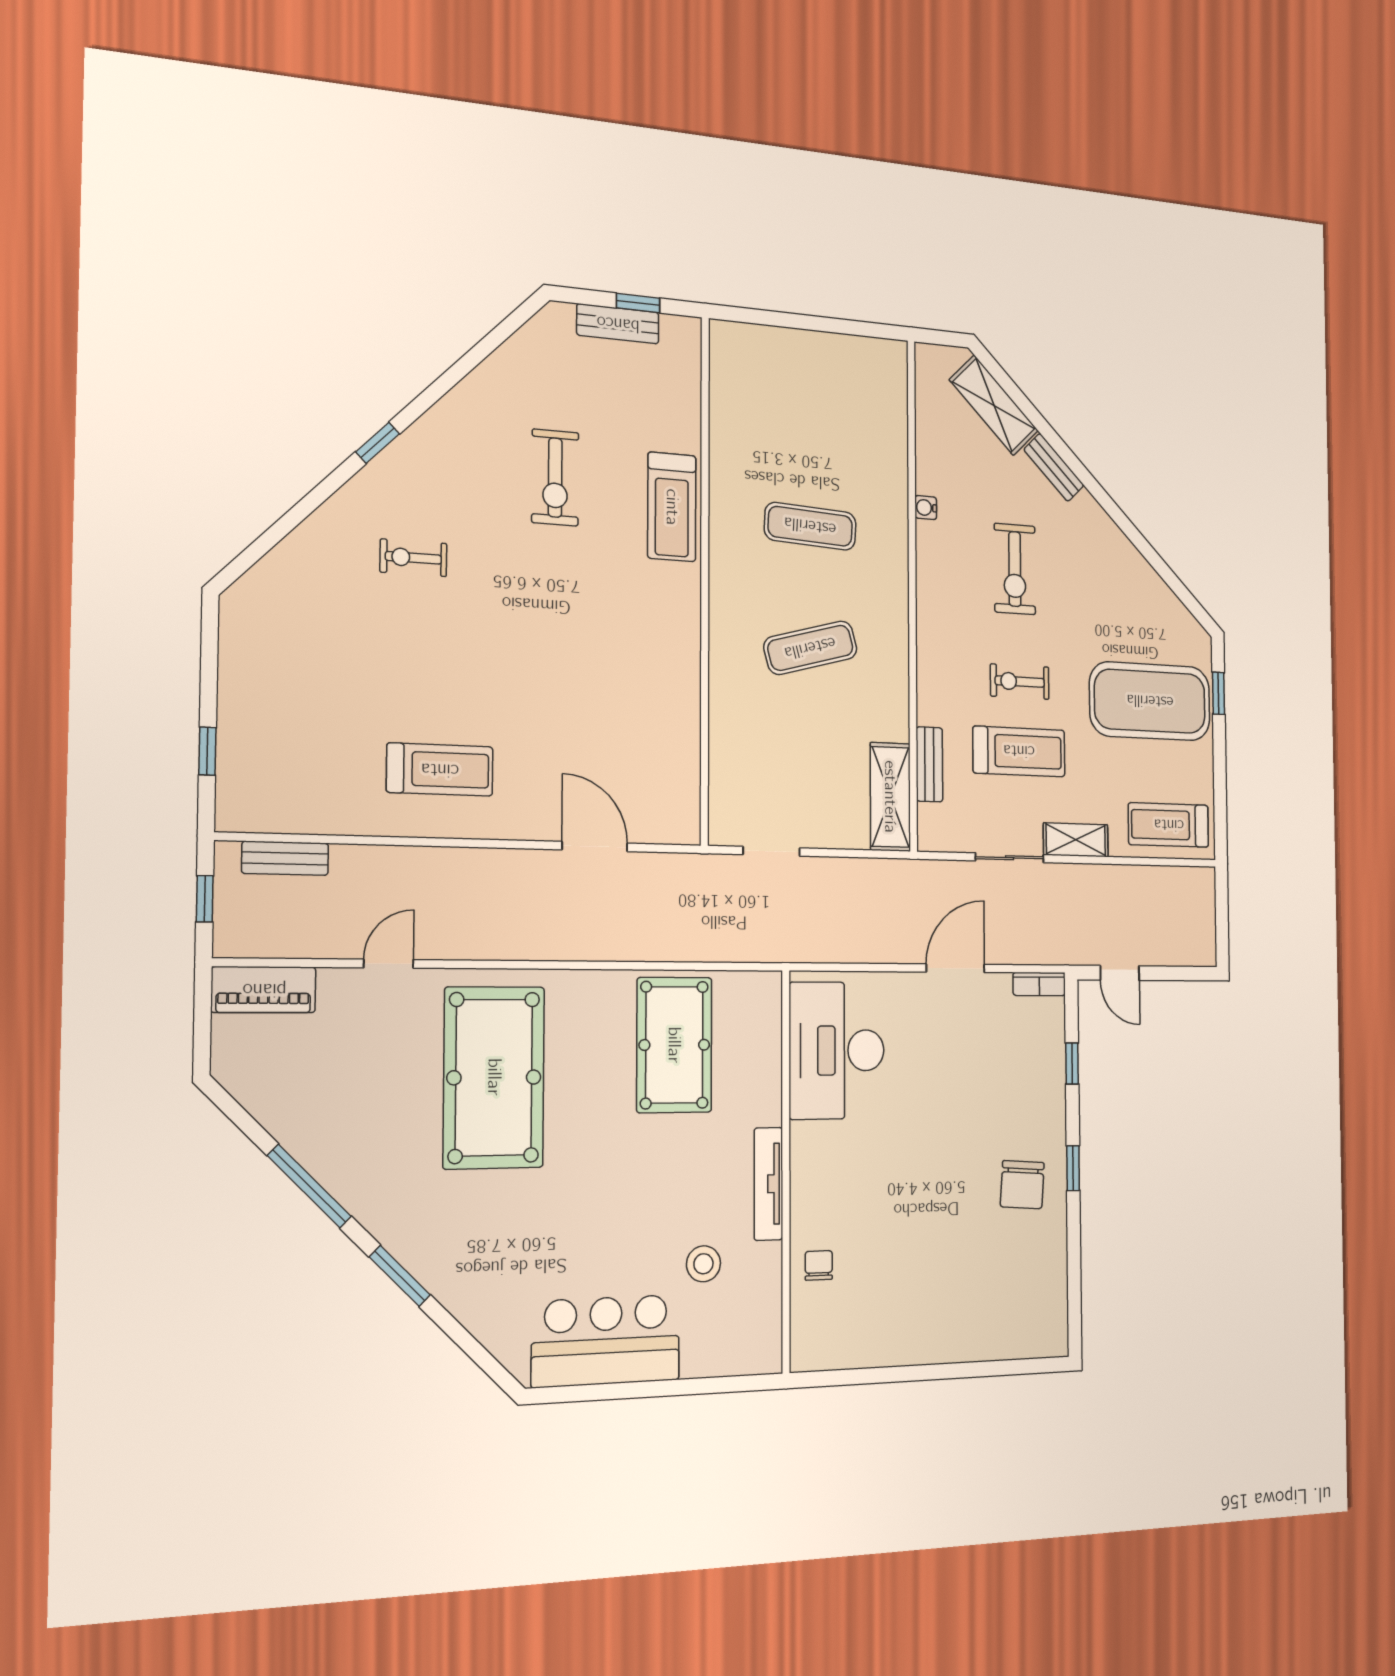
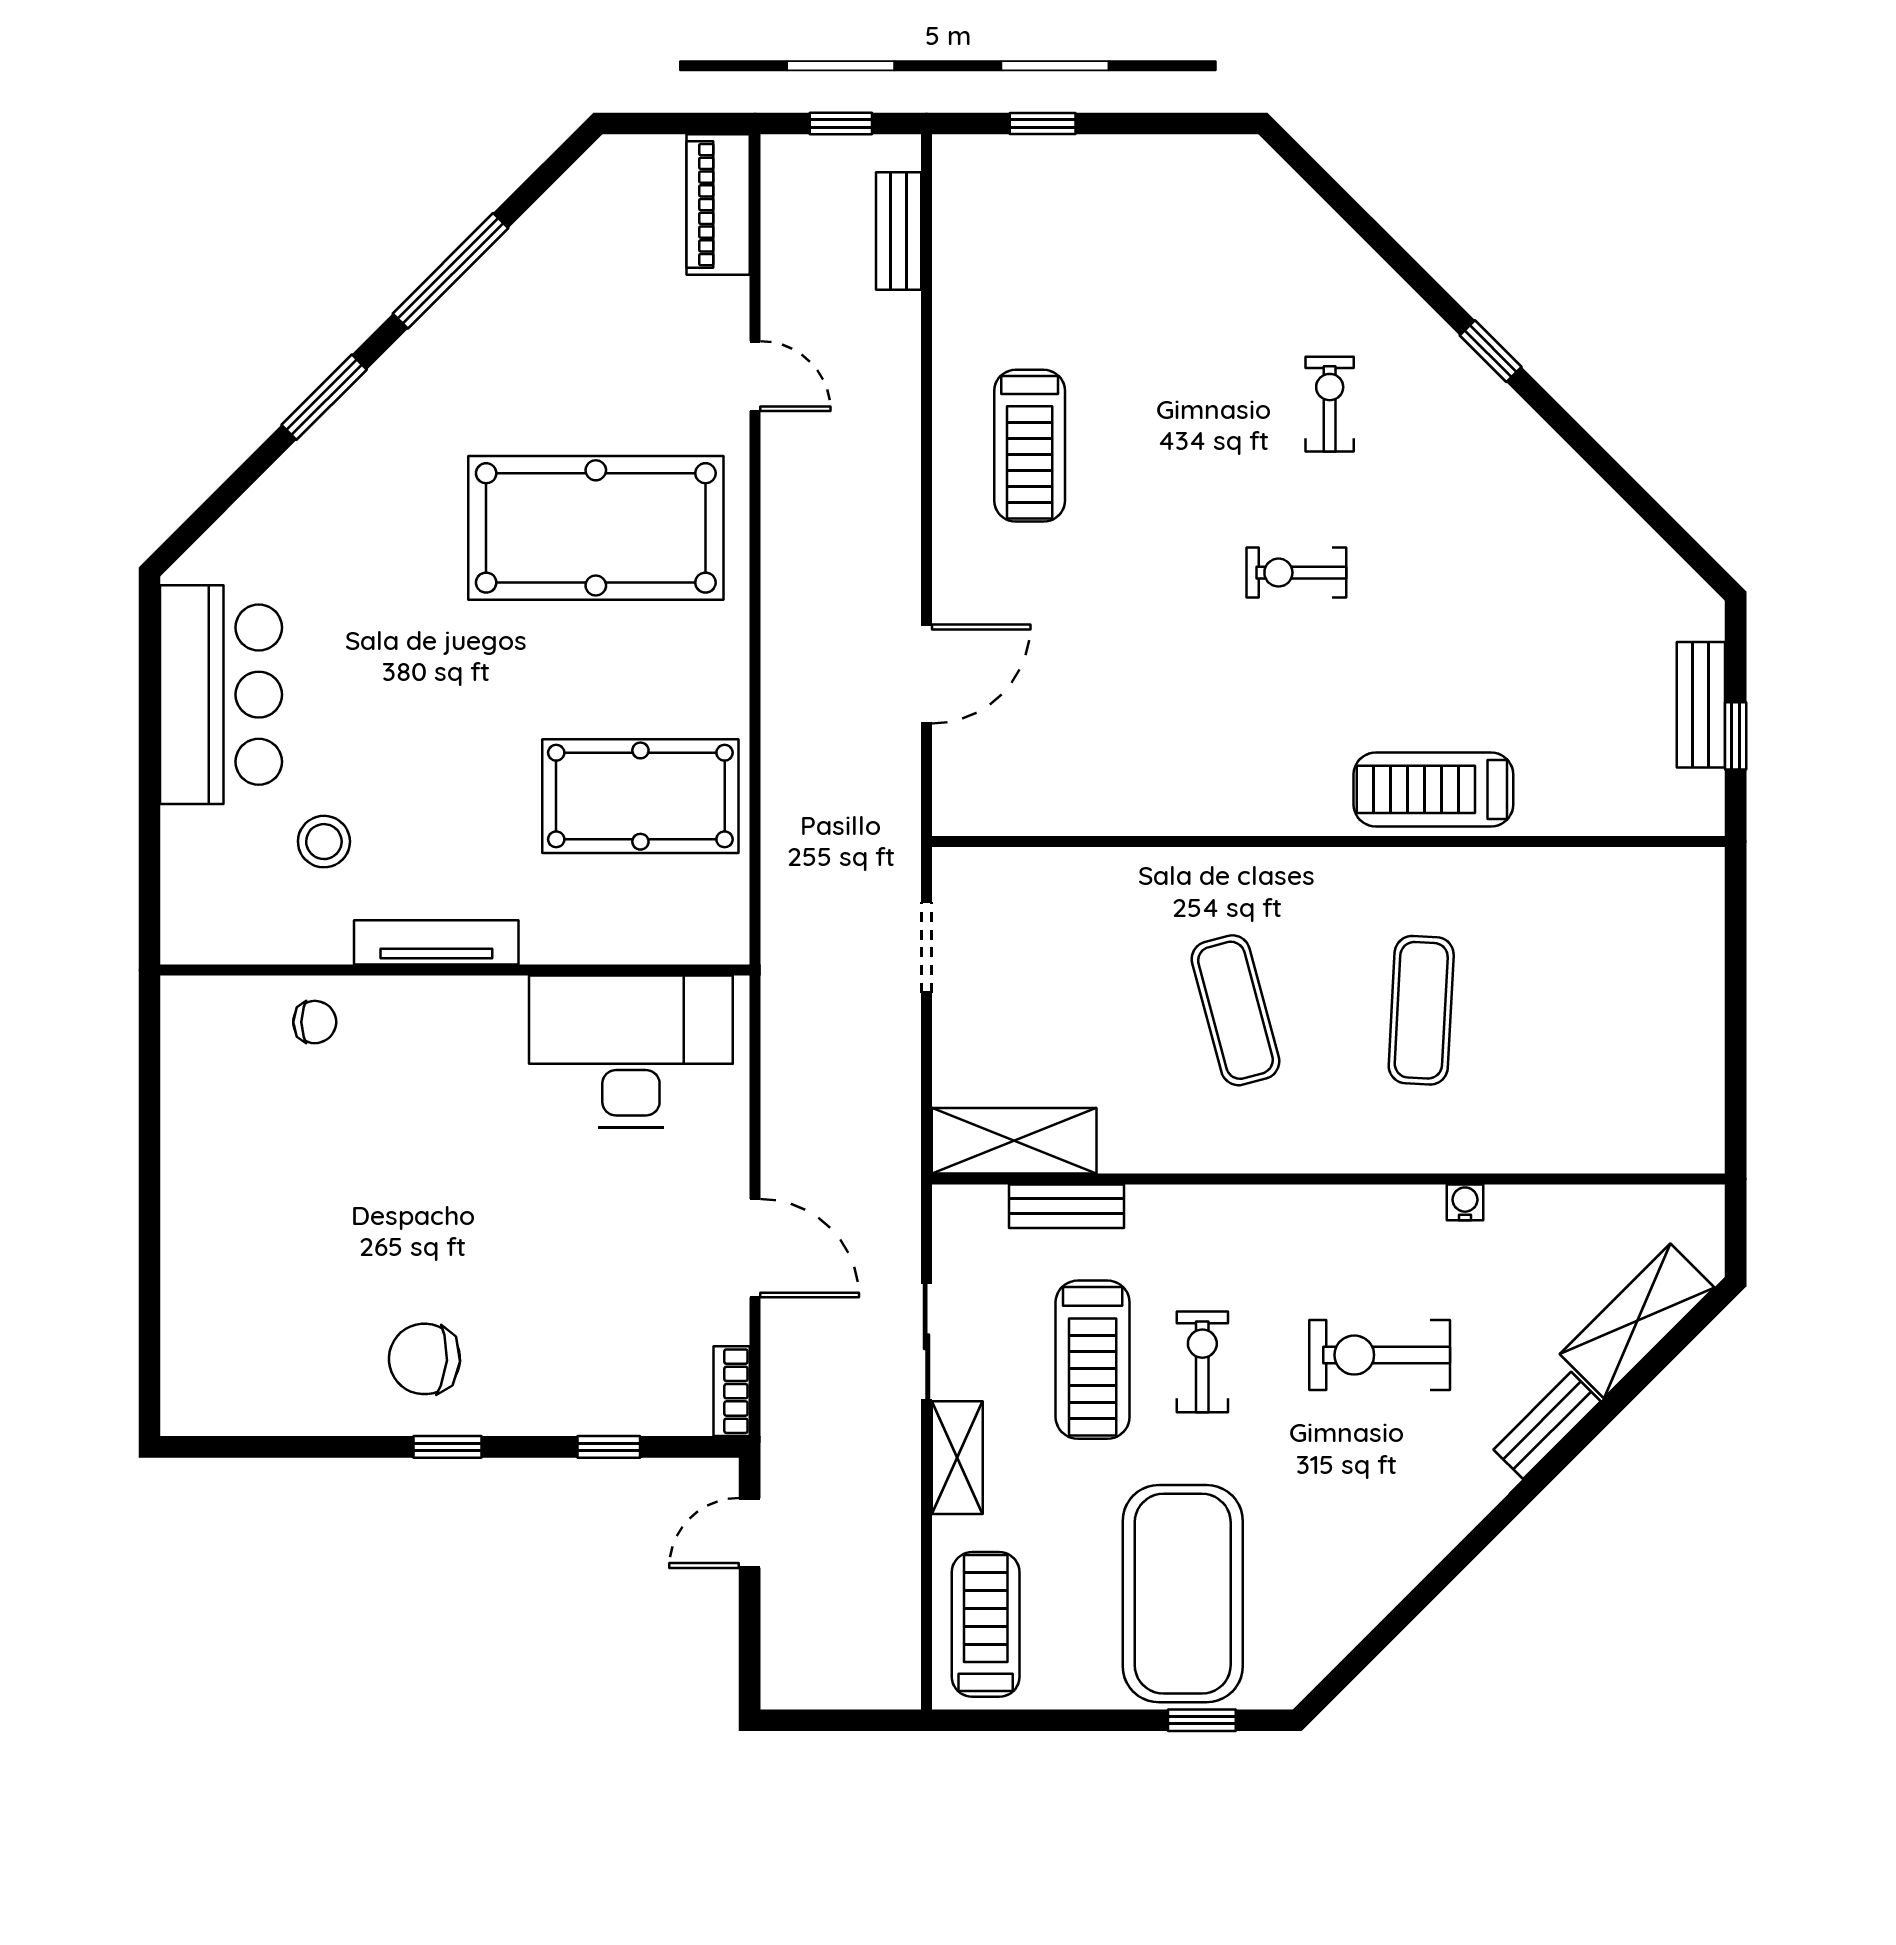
exercise bike: (555, 478) -> (1296, 573), moved, width x0.73, depth x0.72

